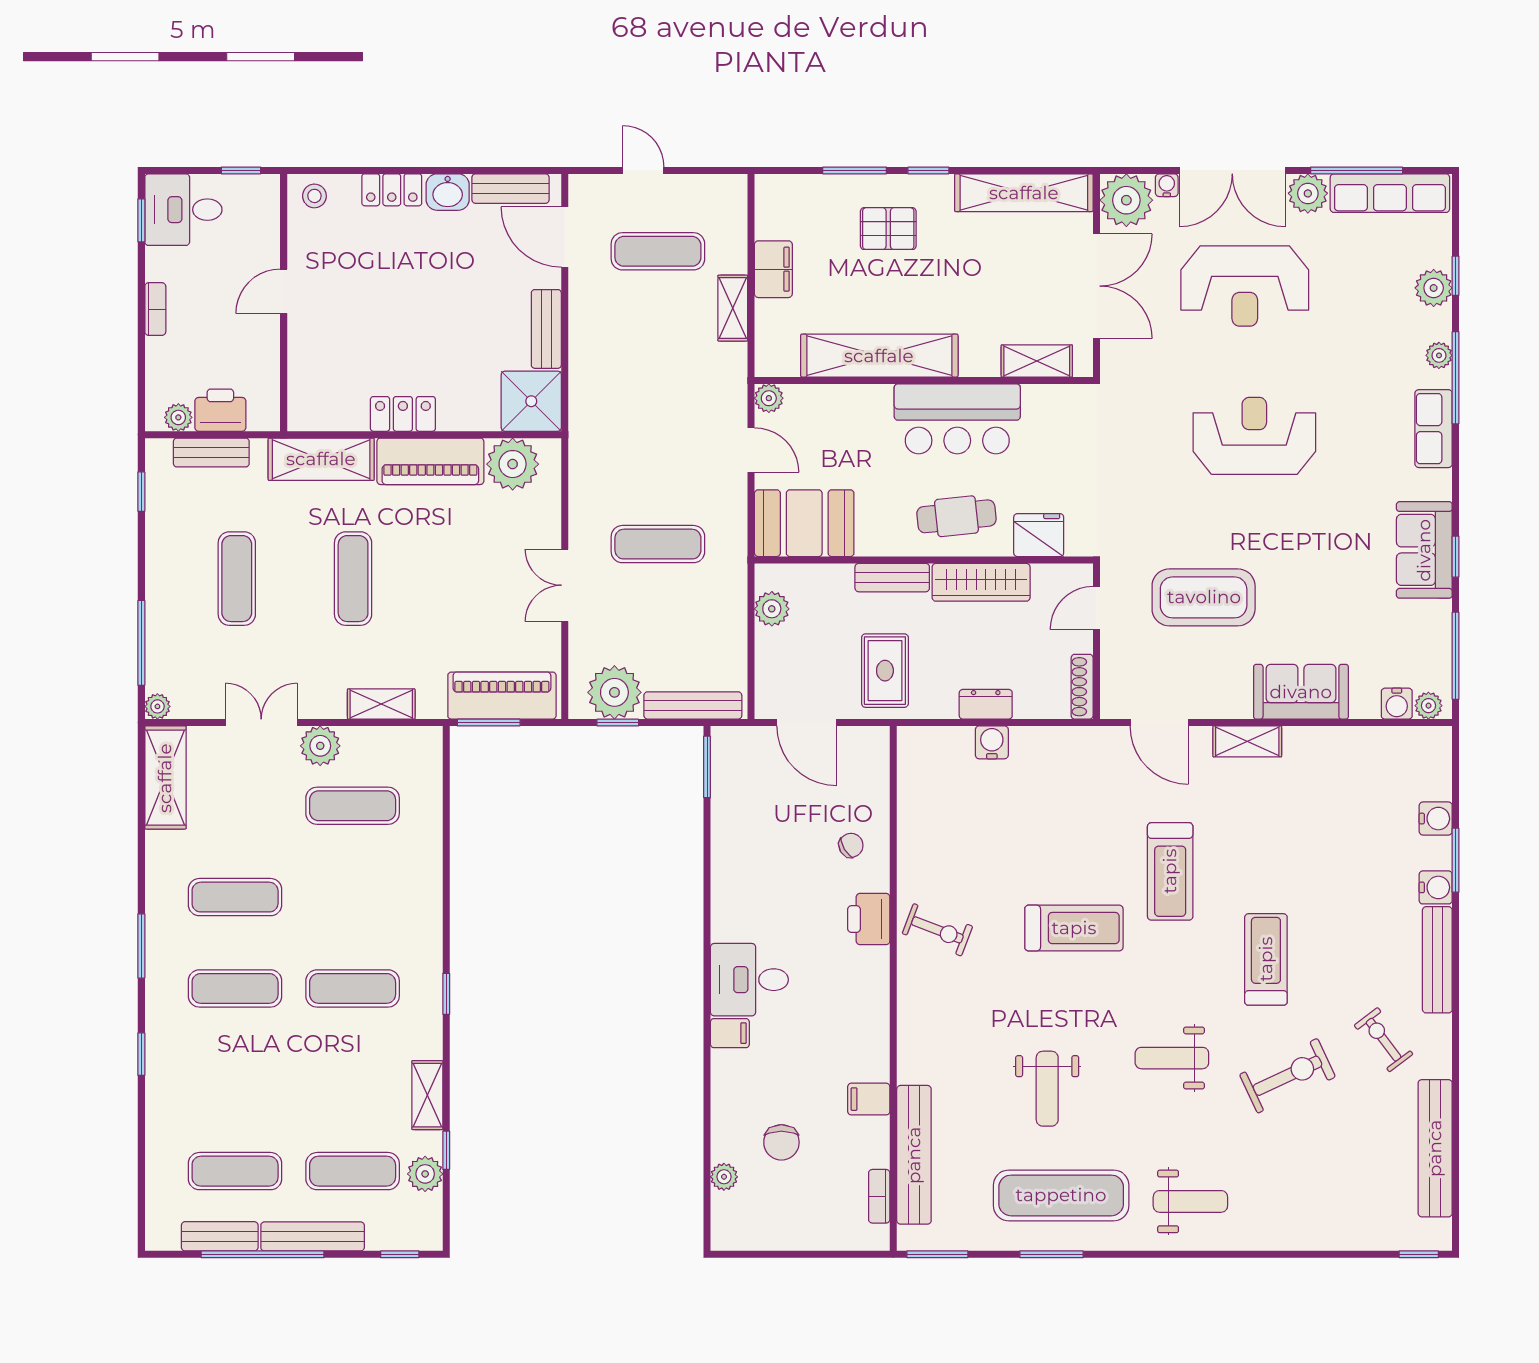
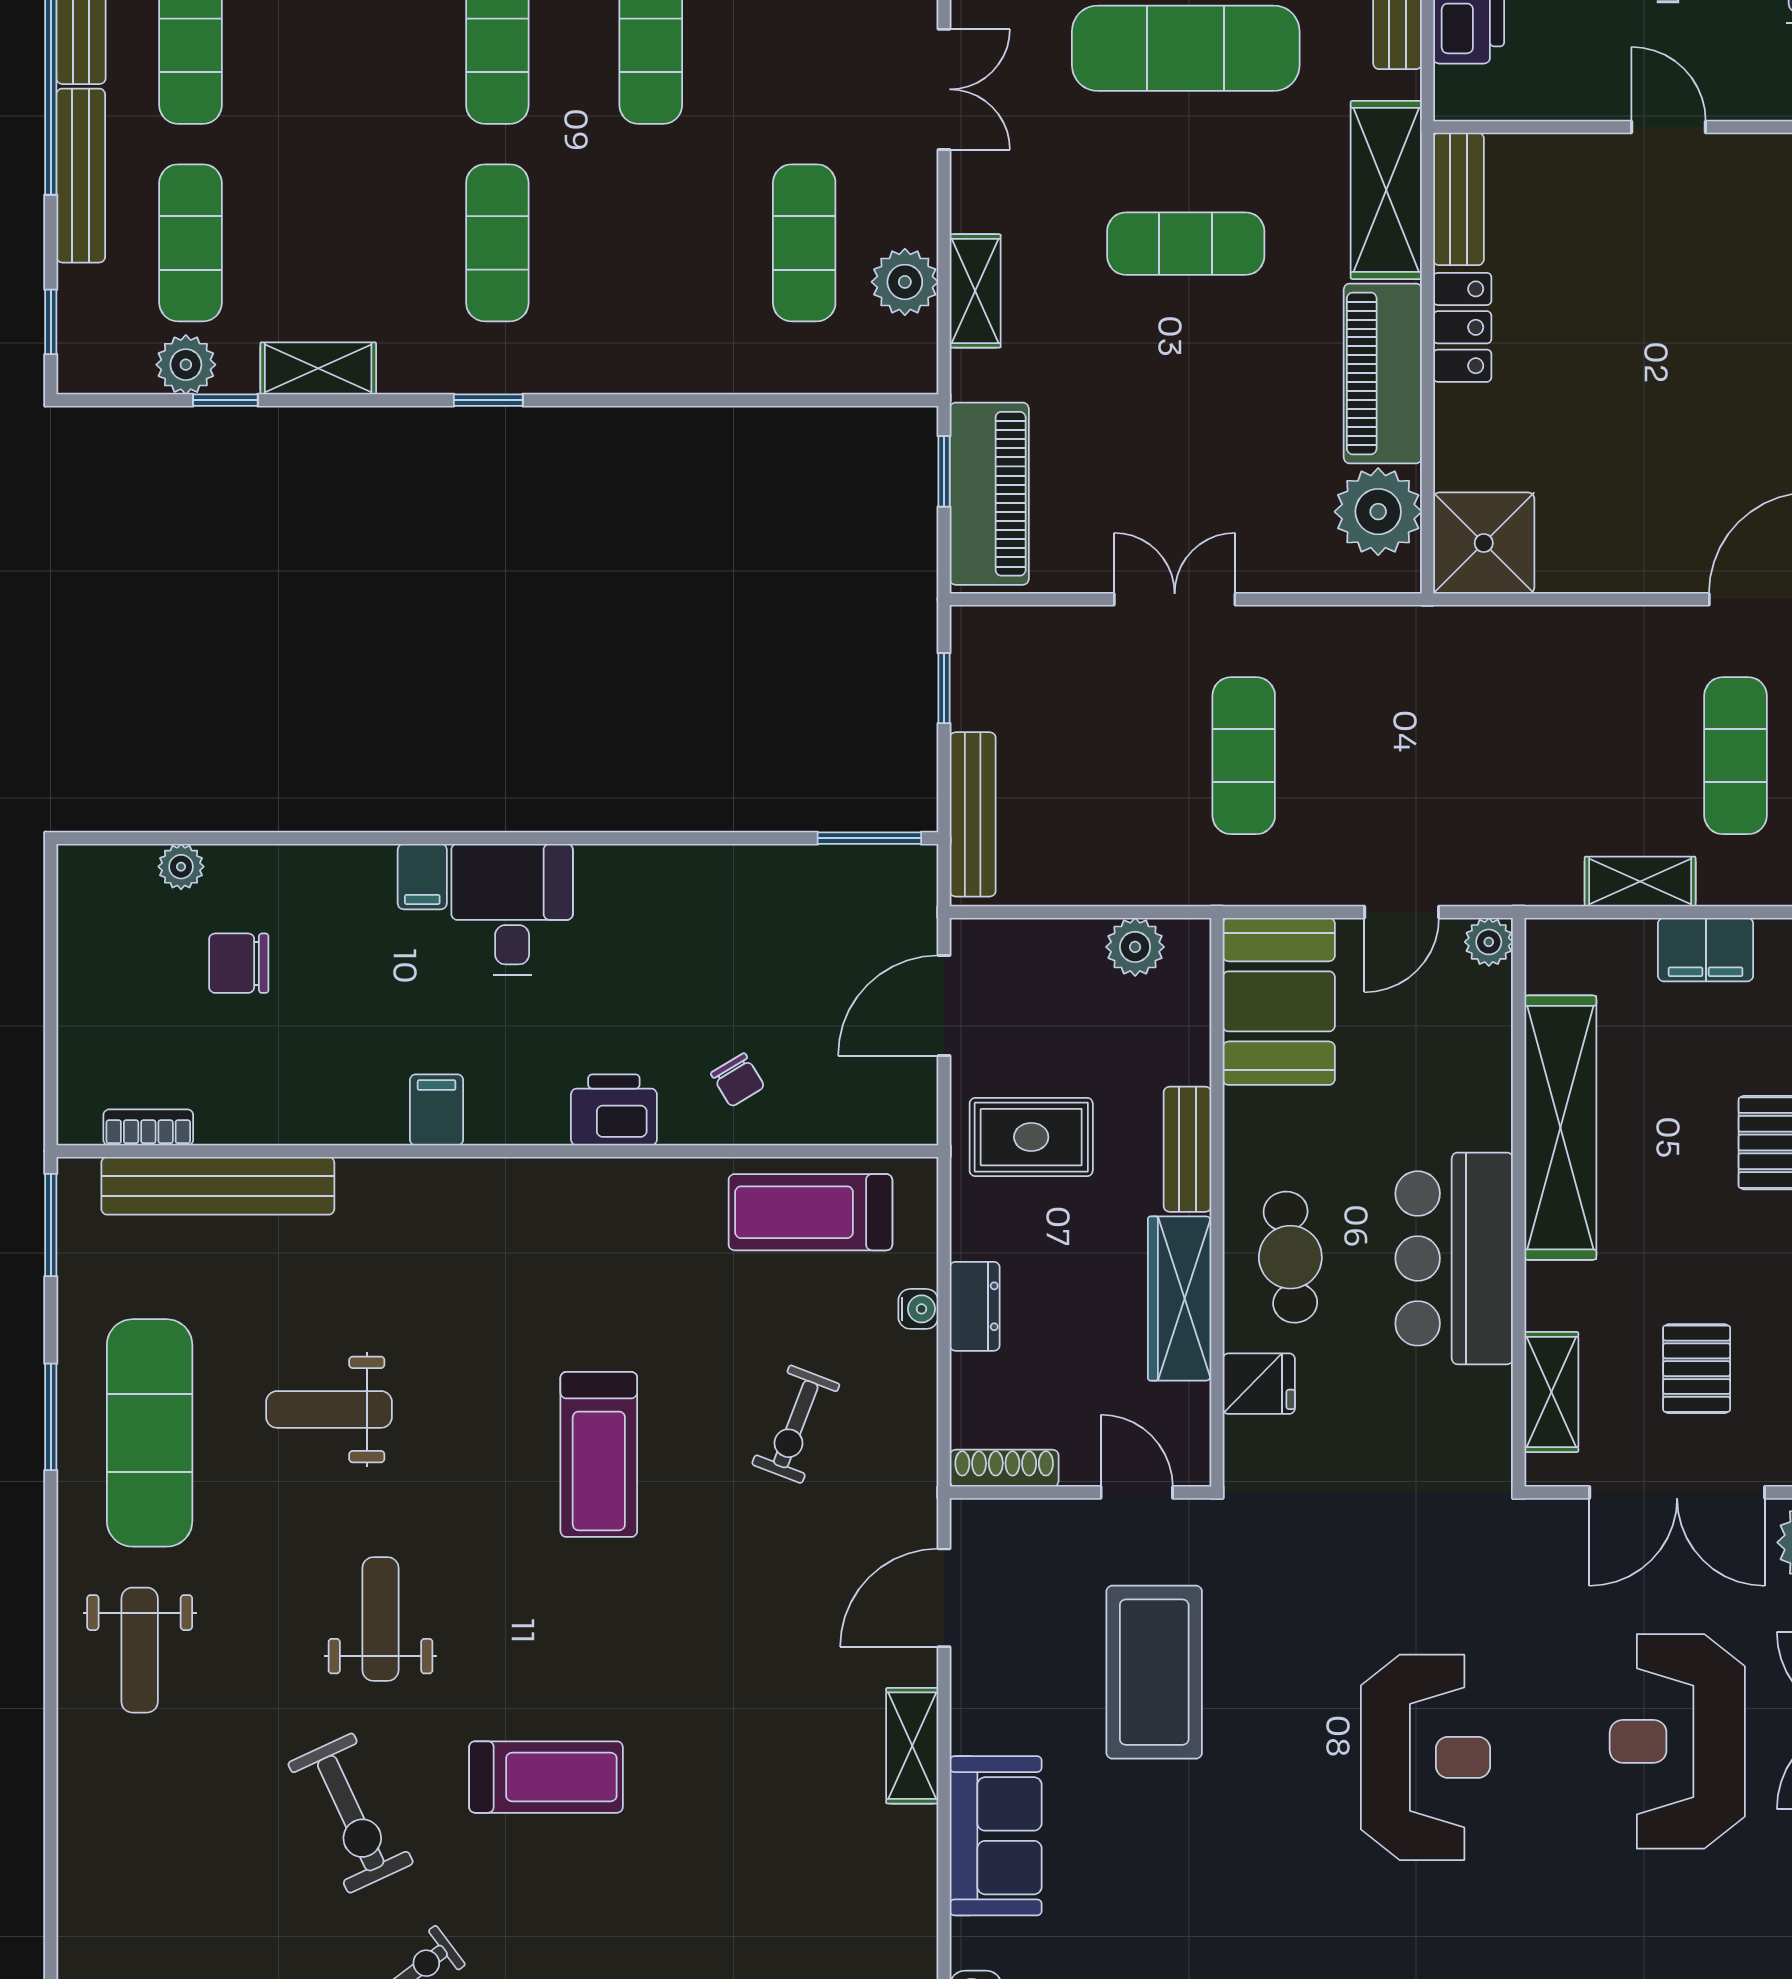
pallet: (1023, 274) -> (1697, 1369), added
bench: (546, 329) -> (1459, 199), moved, turned 90
fridge: (1039, 535) -> (1259, 1384), width x0.72
exercise mat: (237, 579) -> (1186, 48), width x1.36, depth x1.45
plant: (614, 692) -> (995, 683), removed
window: (489, 723) -> (944, 471), width x0.67
water cooler: (992, 742) -> (918, 1309), width x0.72, depth x0.72
plant: (320, 746) -> (905, 282), moved
treadmill: (1170, 871) -> (810, 1212), moved
exercise bike: (937, 930) -> (796, 1424), moved
filing cabinet: (869, 1099) -> (437, 1110), moved

